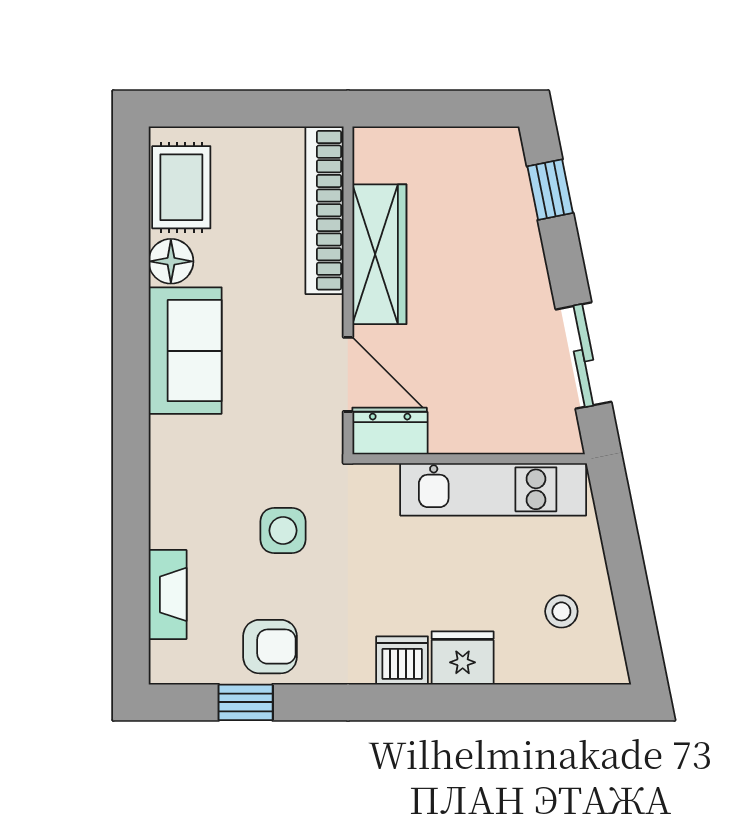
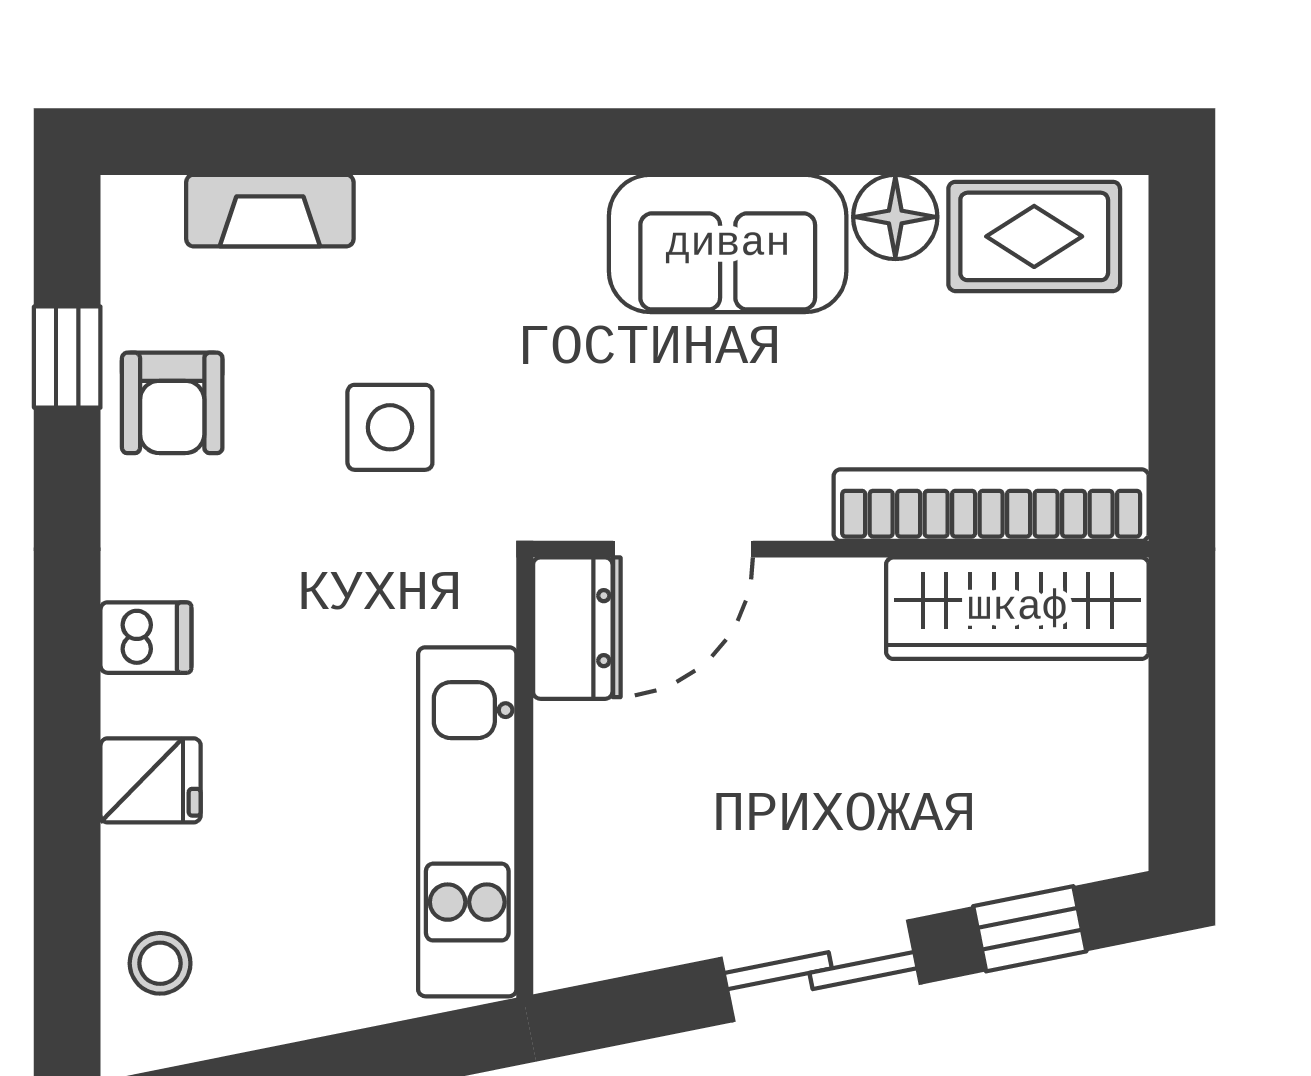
wardrobe: (379, 254) -> (1017, 608), moved
sliding door: (583, 356) -> (821, 971), moved
stool: (561, 611) -> (160, 963), moved
fridge: (463, 658) -> (151, 780), width x0.72
dishwasher: (402, 661) -> (146, 638), width x0.73

